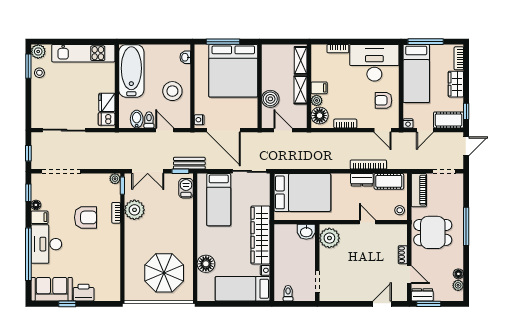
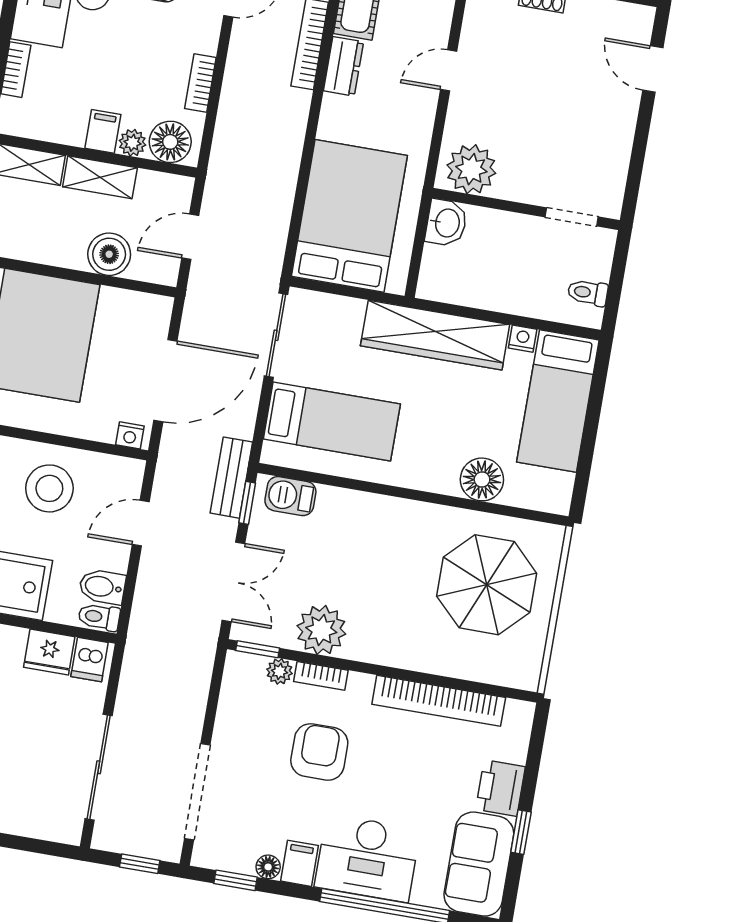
toilet: (149, 120) -> (99, 617), moved
plant: (115, 179) -> (279, 671), moved
bookcase: (114, 262) -> (439, 701), added

